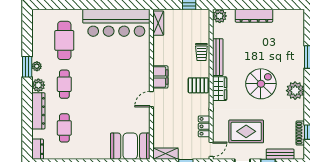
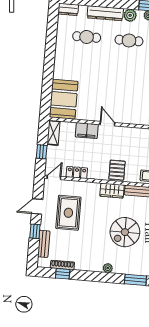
filing cabinet: (160, 77) -> (87, 131), moved
spiral stairs: (261, 84) -> (125, 232), moved, turned 90
plant: (295, 91) -> (108, 268), width x0.53, depth x0.53
door: (211, 149) -> (54, 177), swing flipped

